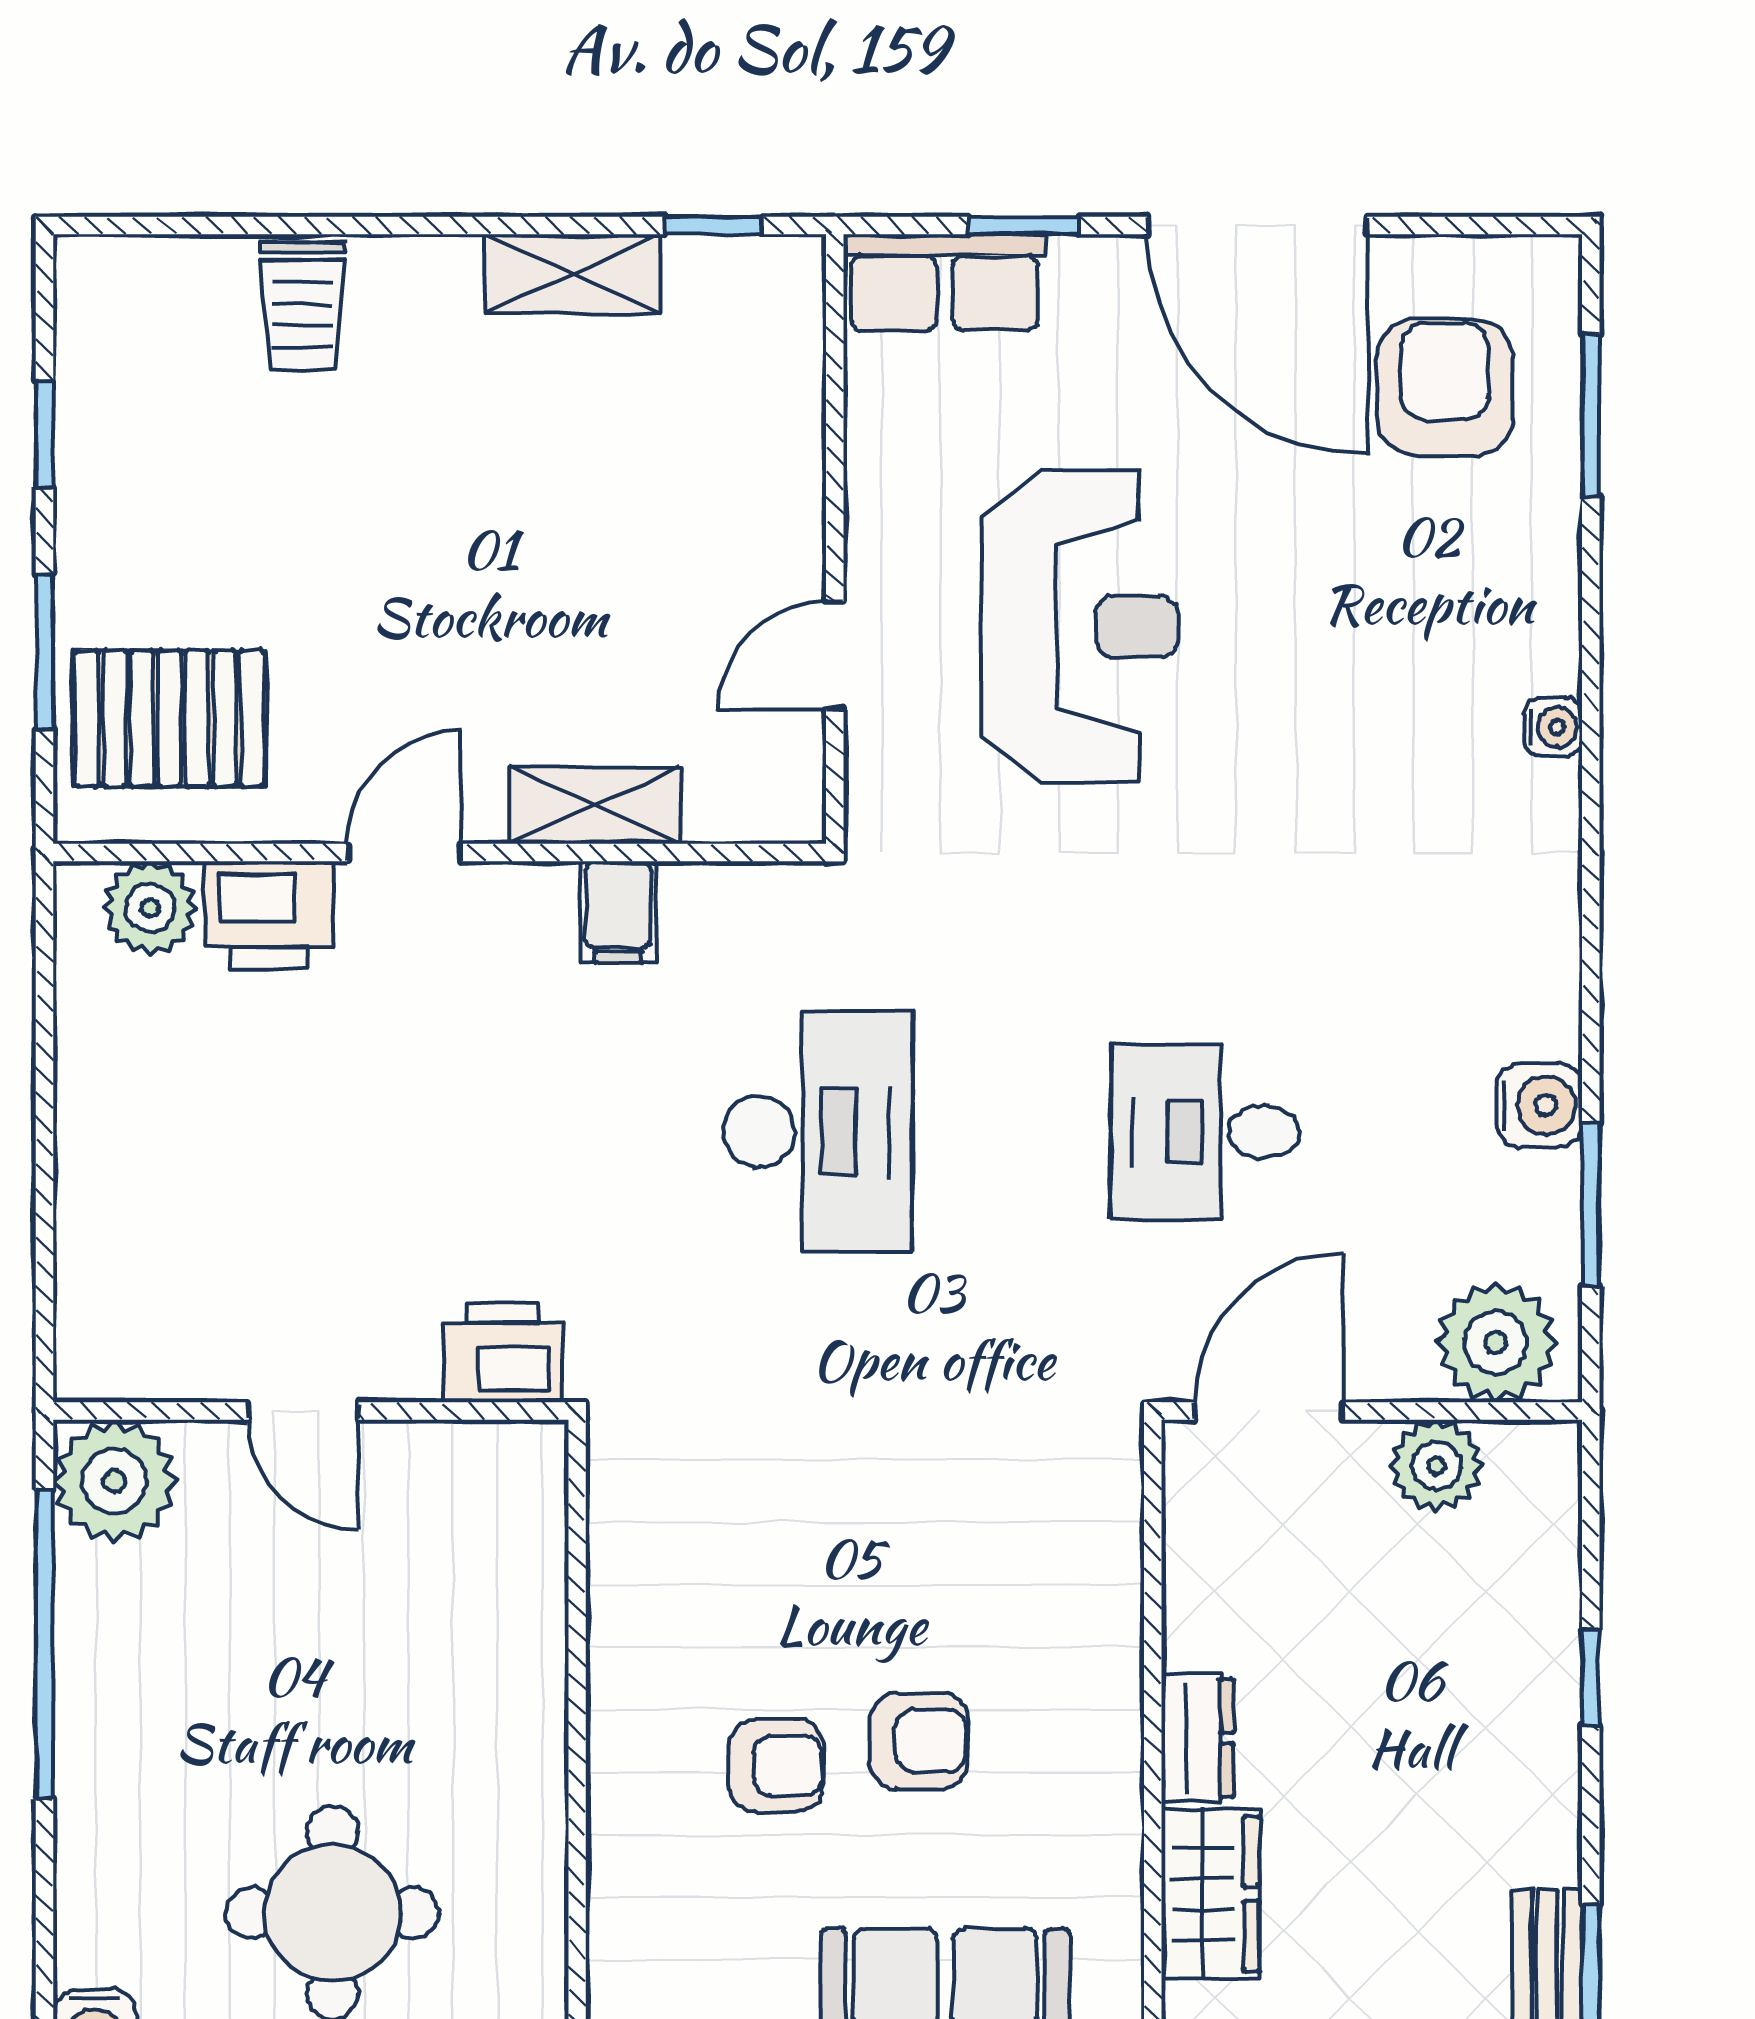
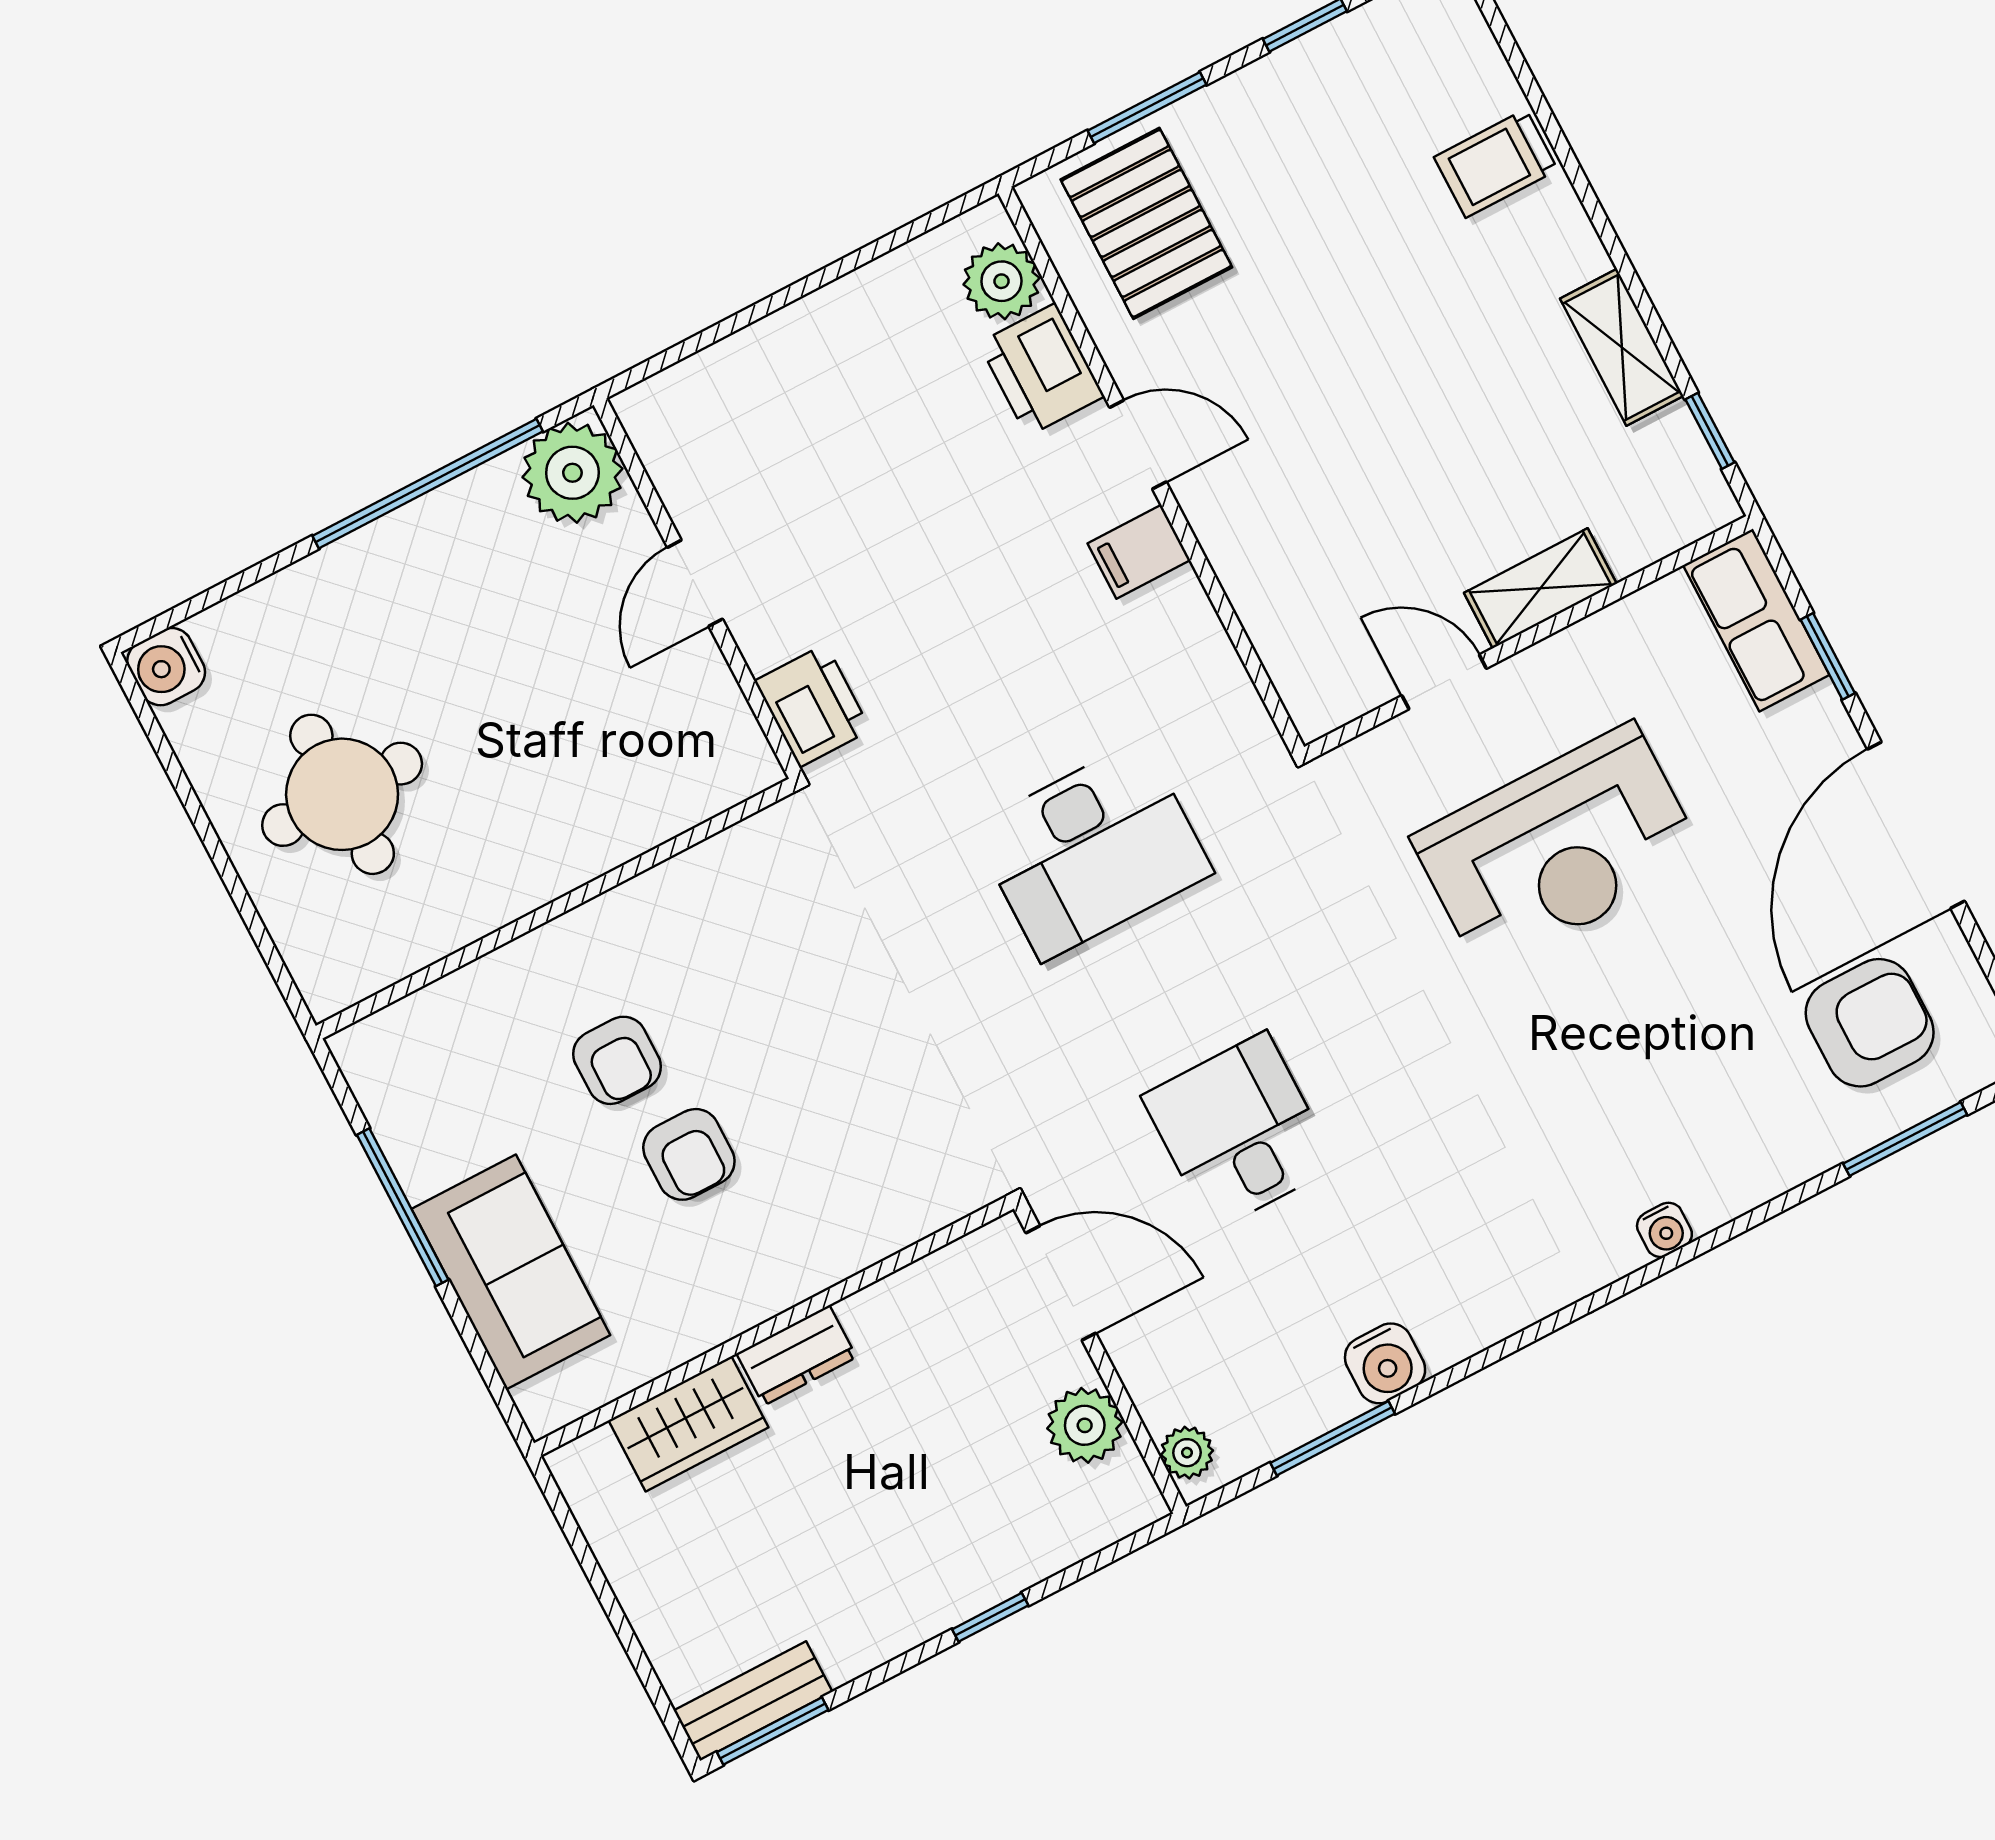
shelving: (594, 806) -> (1540, 588), moved, turned 90
filing cabinet: (618, 912) -> (1139, 552), moved
plant: (1496, 1342) -> (1187, 1453), width x0.53, depth x0.53

